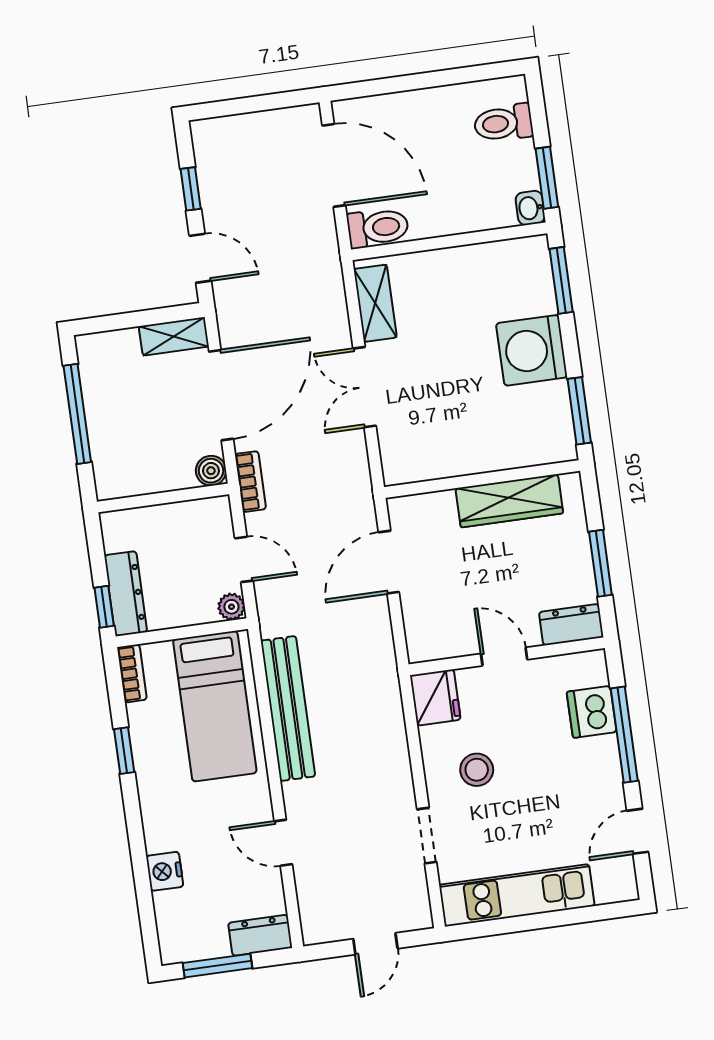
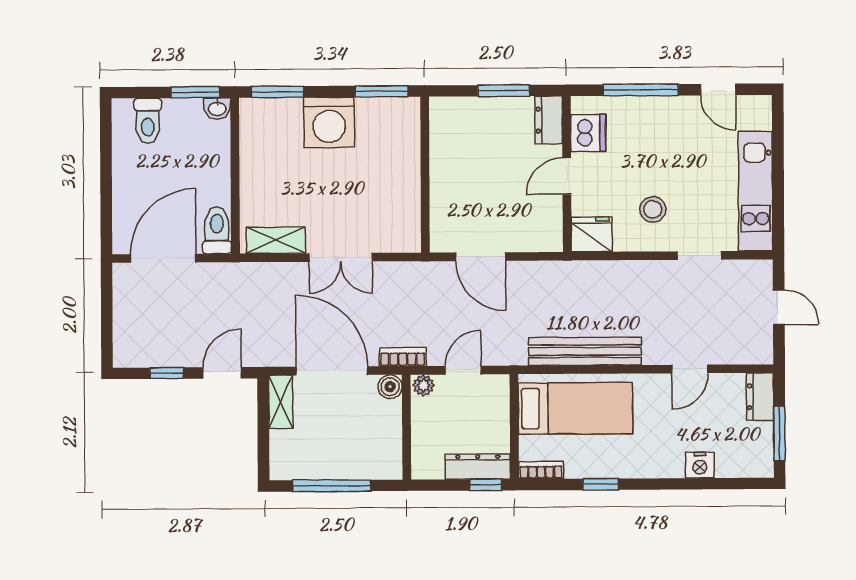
wardrobe: (509, 501) -> (445, 156), removed
plant: (231, 607) -> (423, 385), moved
dishwasher: (592, 712) -> (588, 133), moved, turned -90

